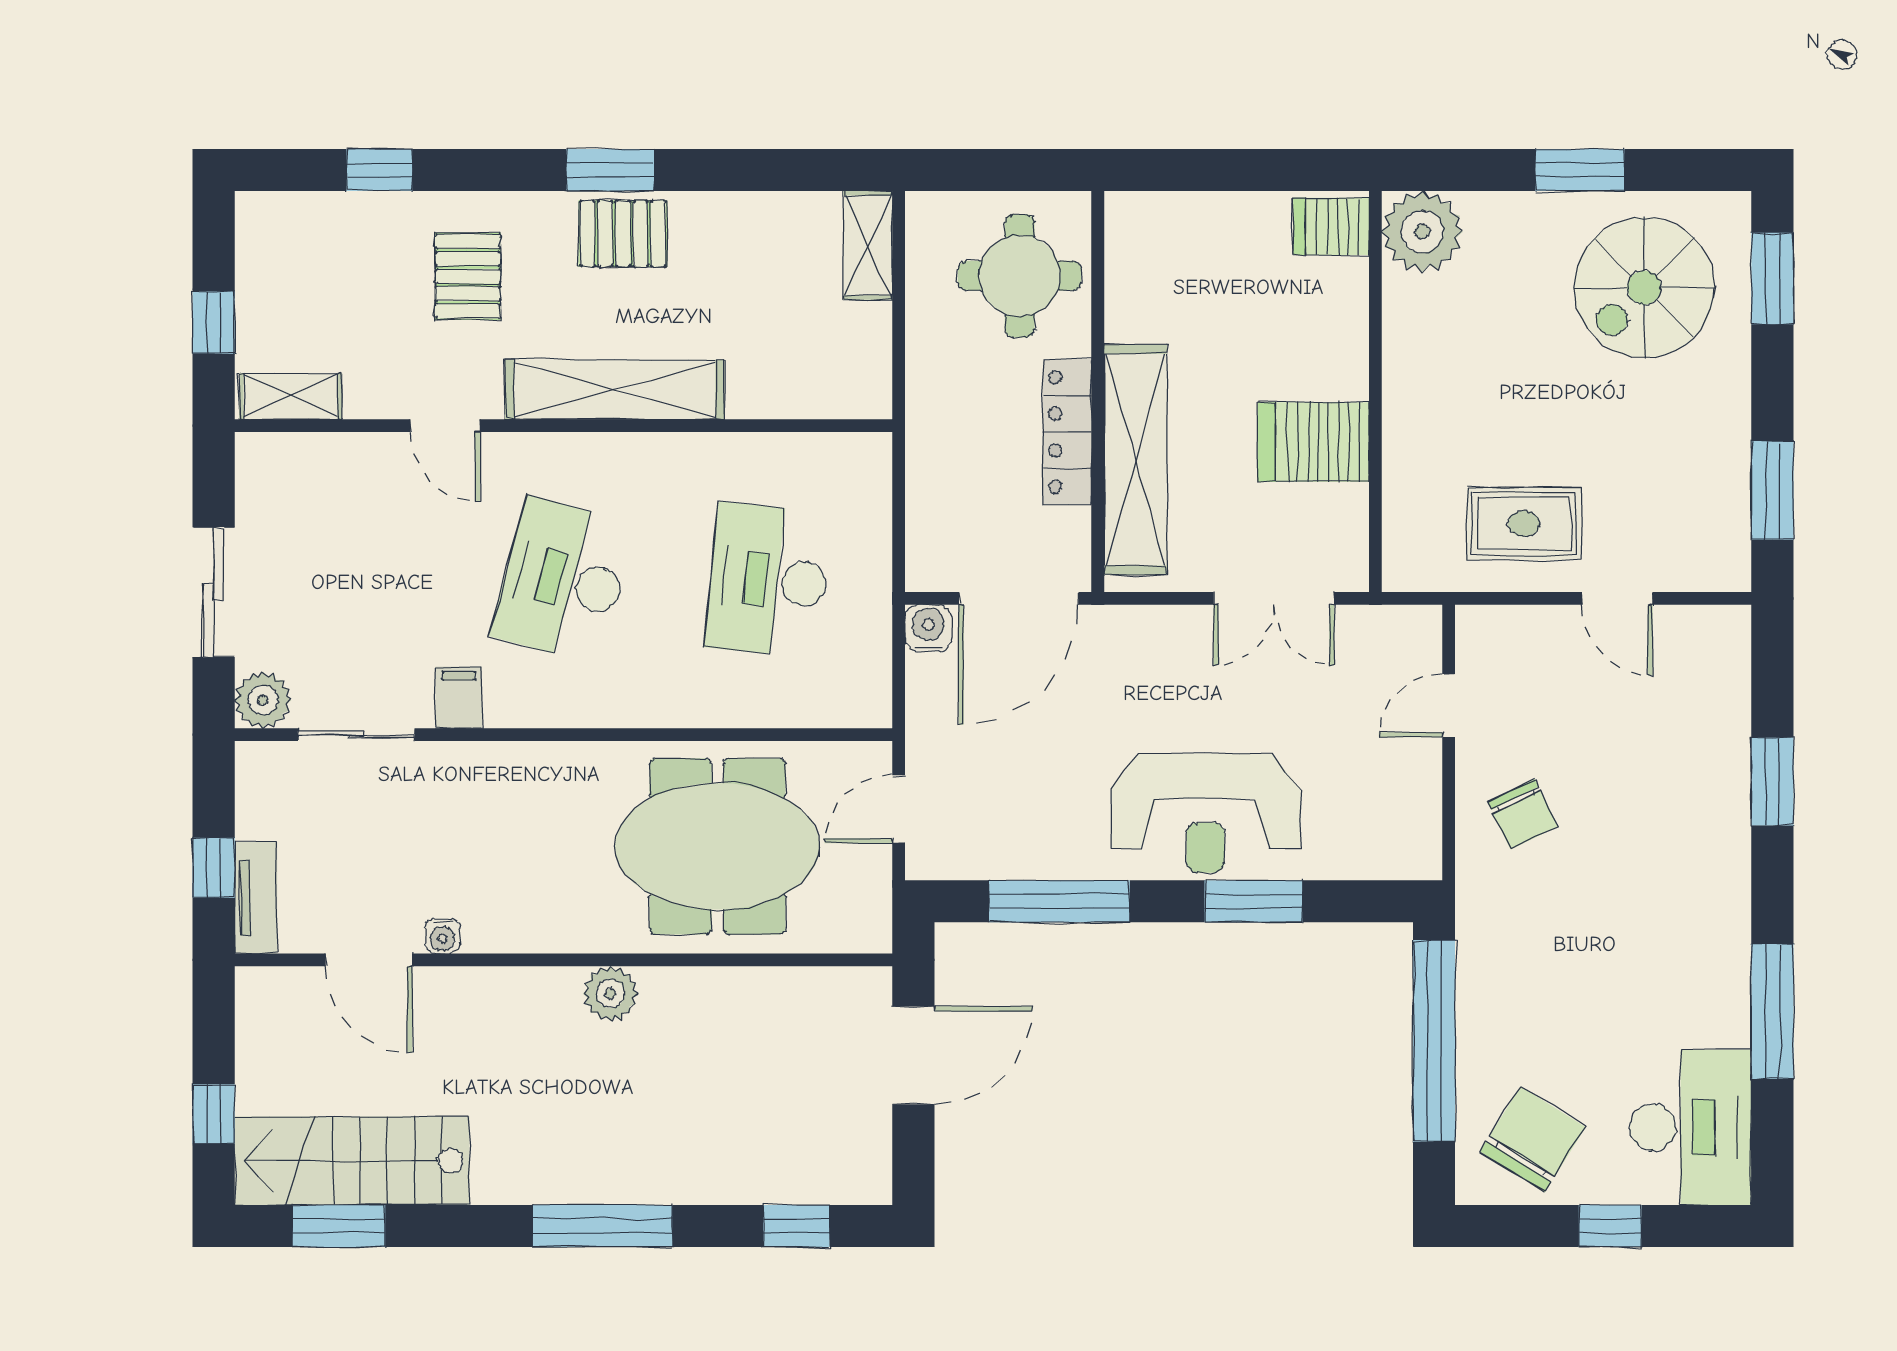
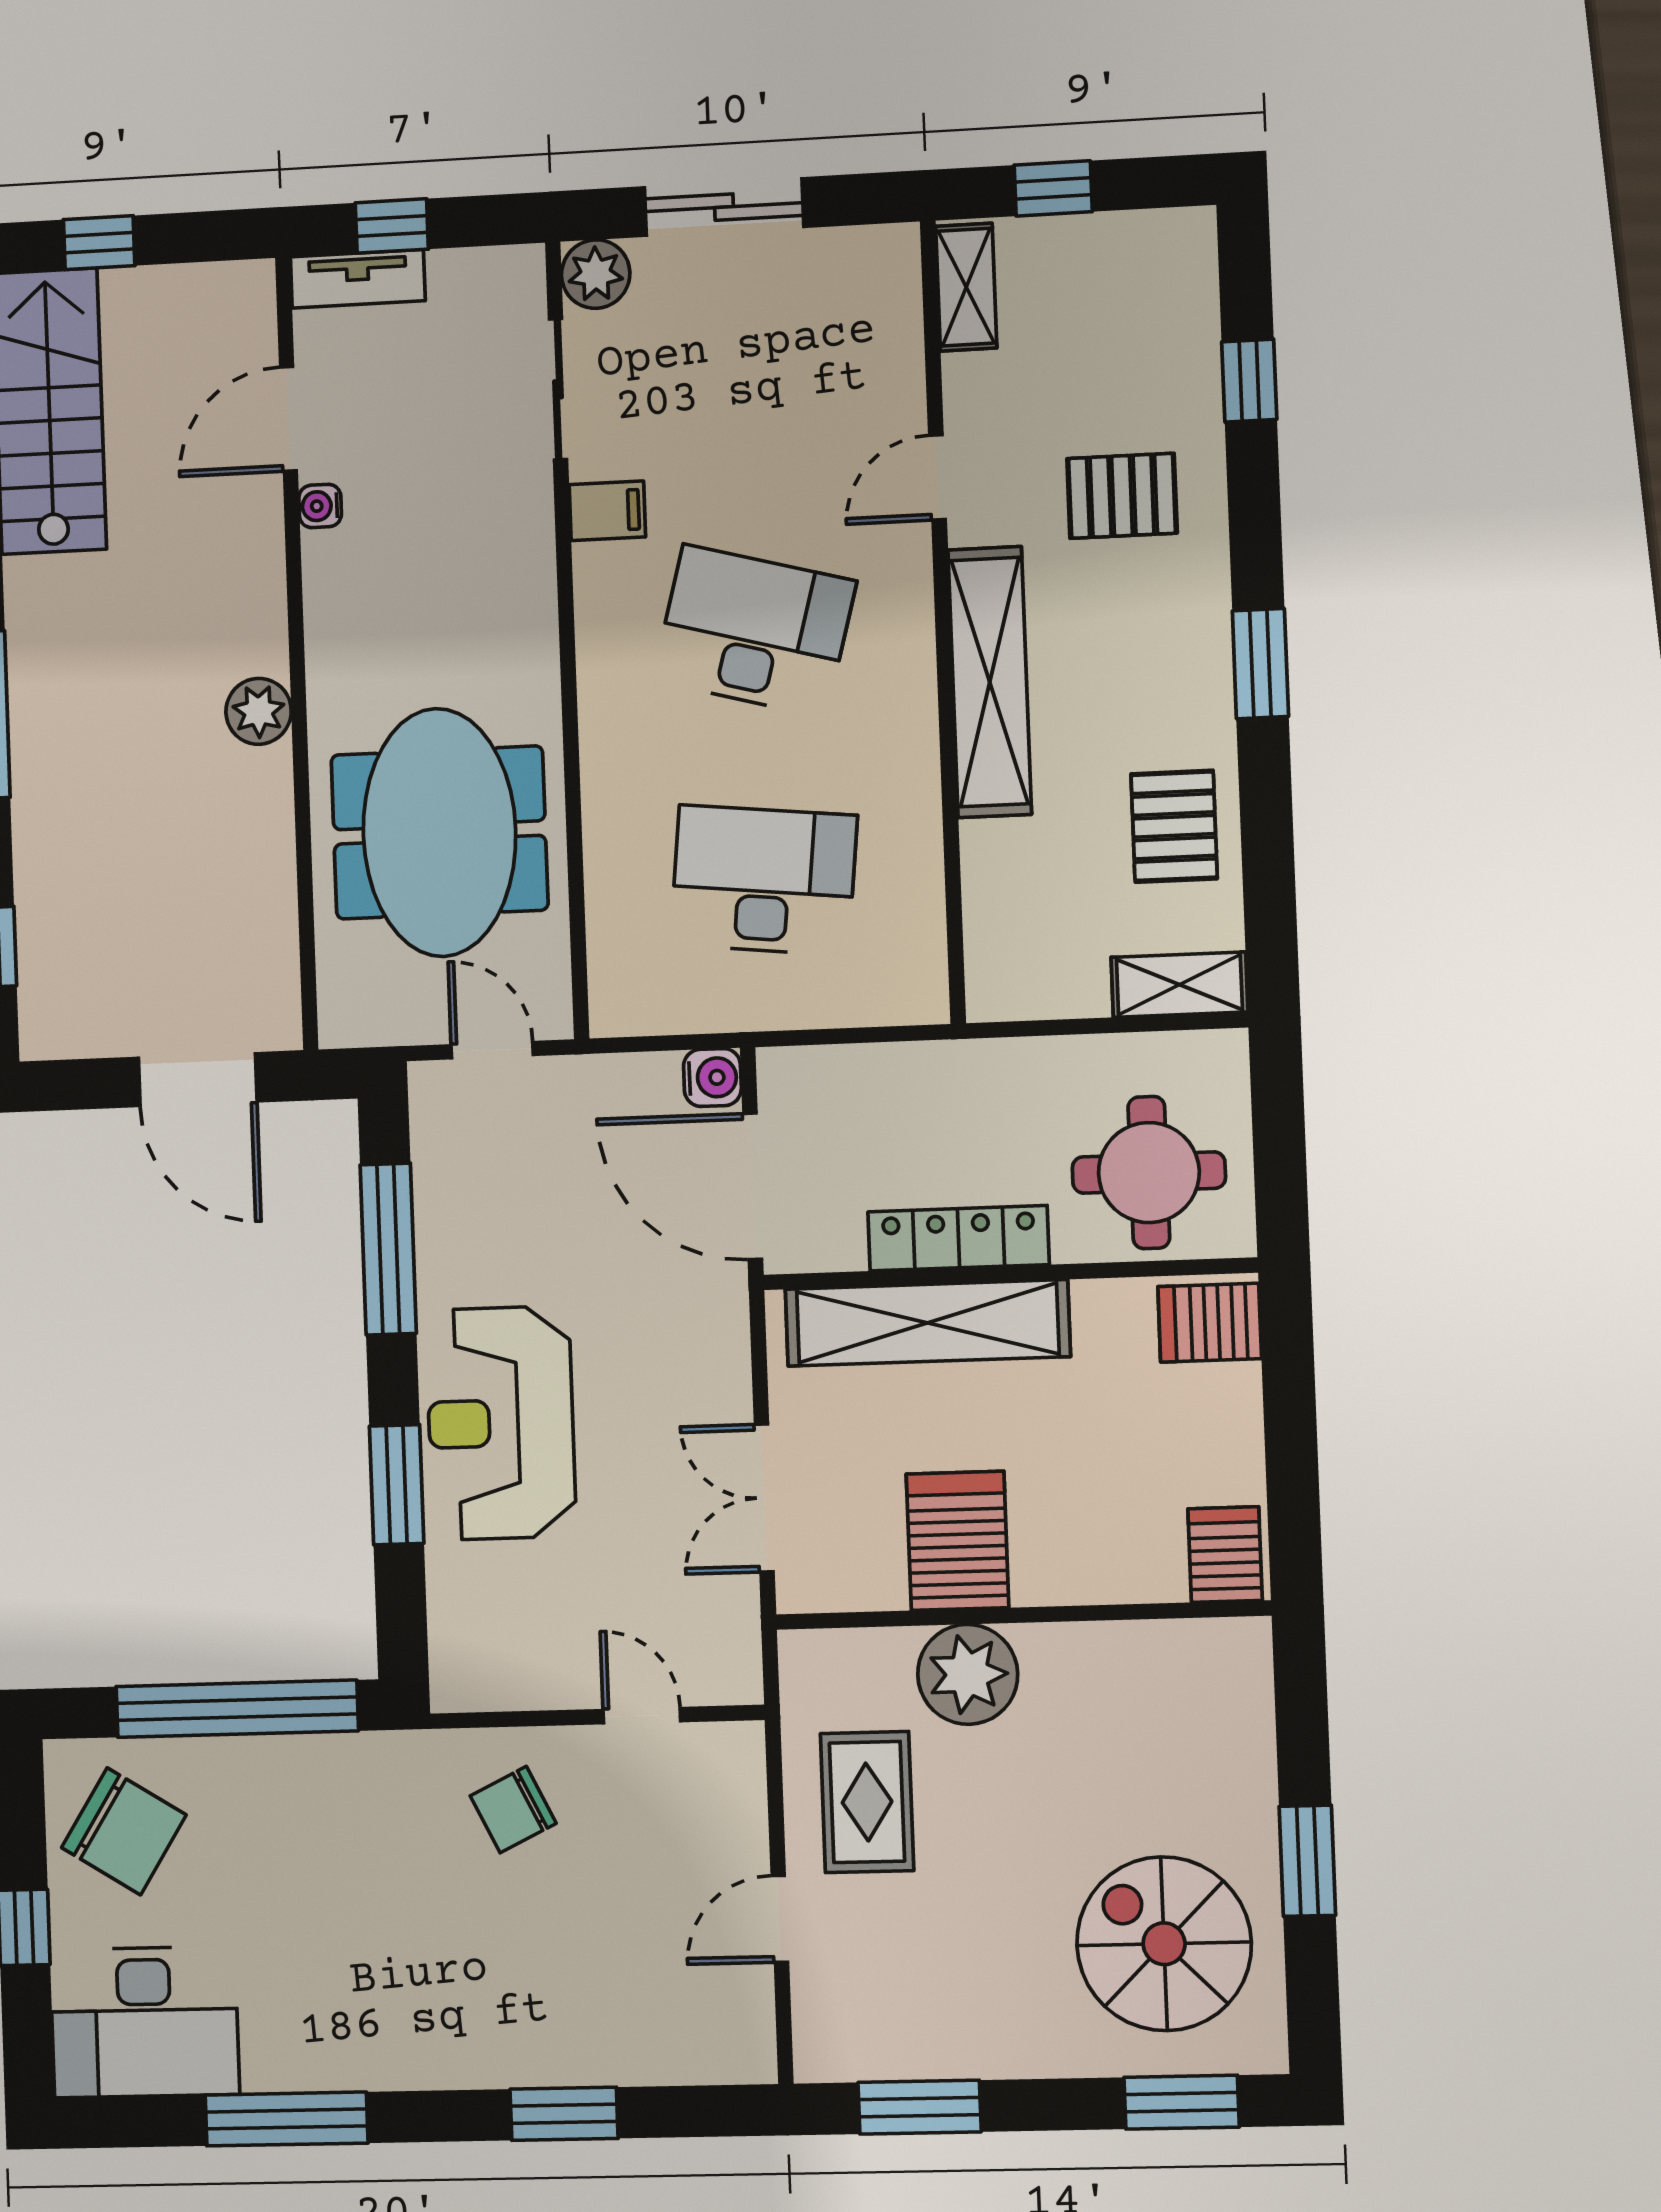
server rack: (1143, 232) -> (1210, 1323), added
plant: (1422, 232) -> (968, 1674), moved
pallet: (623, 234) -> (1174, 826), moved

